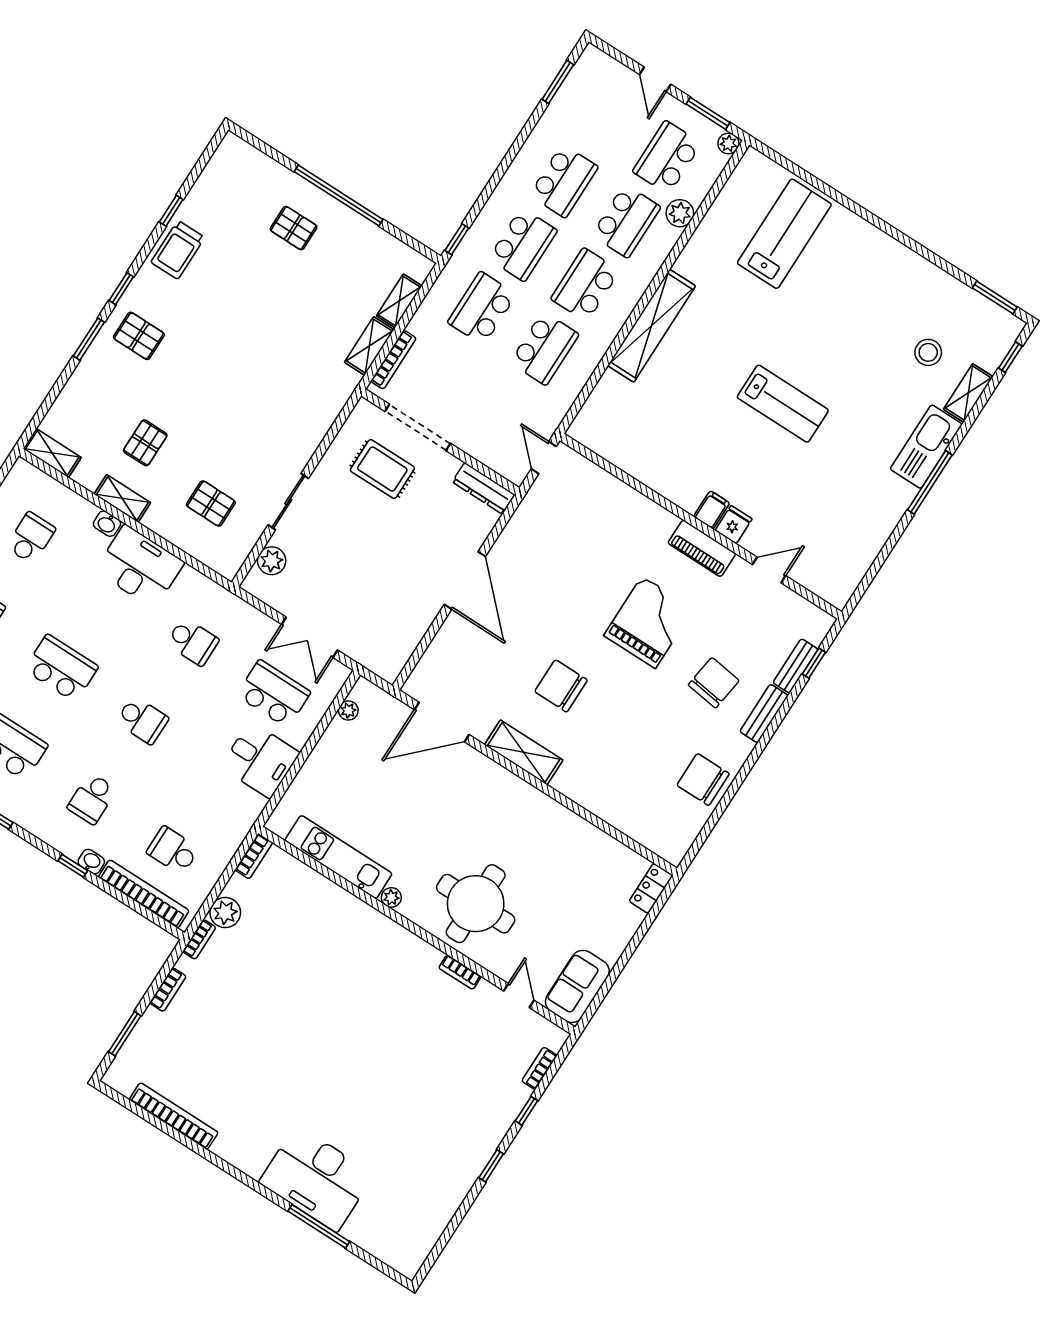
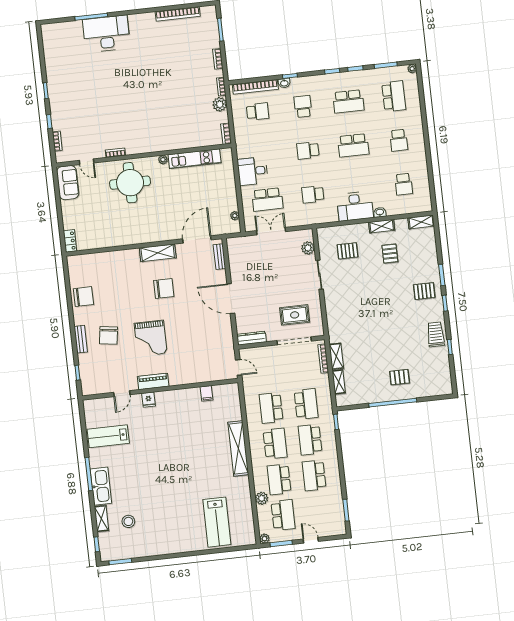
lab bench: (783, 404) -> (108, 436), moved
filing cabinet: (712, 510) -> (207, 393), moved
bench: (795, 666) -> (219, 257), moved

